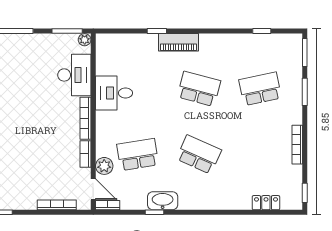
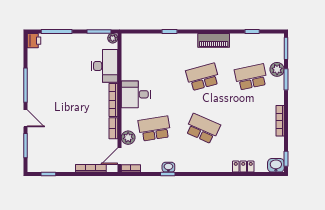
piano: (179, 42) -> (214, 40), moved
plant: (293, 79) -> (277, 69), added
school desk: (199, 89) -> (203, 77), turned -30
desk: (114, 93) -> (136, 94), moved
door: (93, 189) -> (119, 156), swing flipped
washbasin: (163, 201) -> (168, 167), width x0.52, depth x0.69
washbasin: (292, 201) -> (276, 165), added
locker: (266, 203) -> (243, 167), moved

